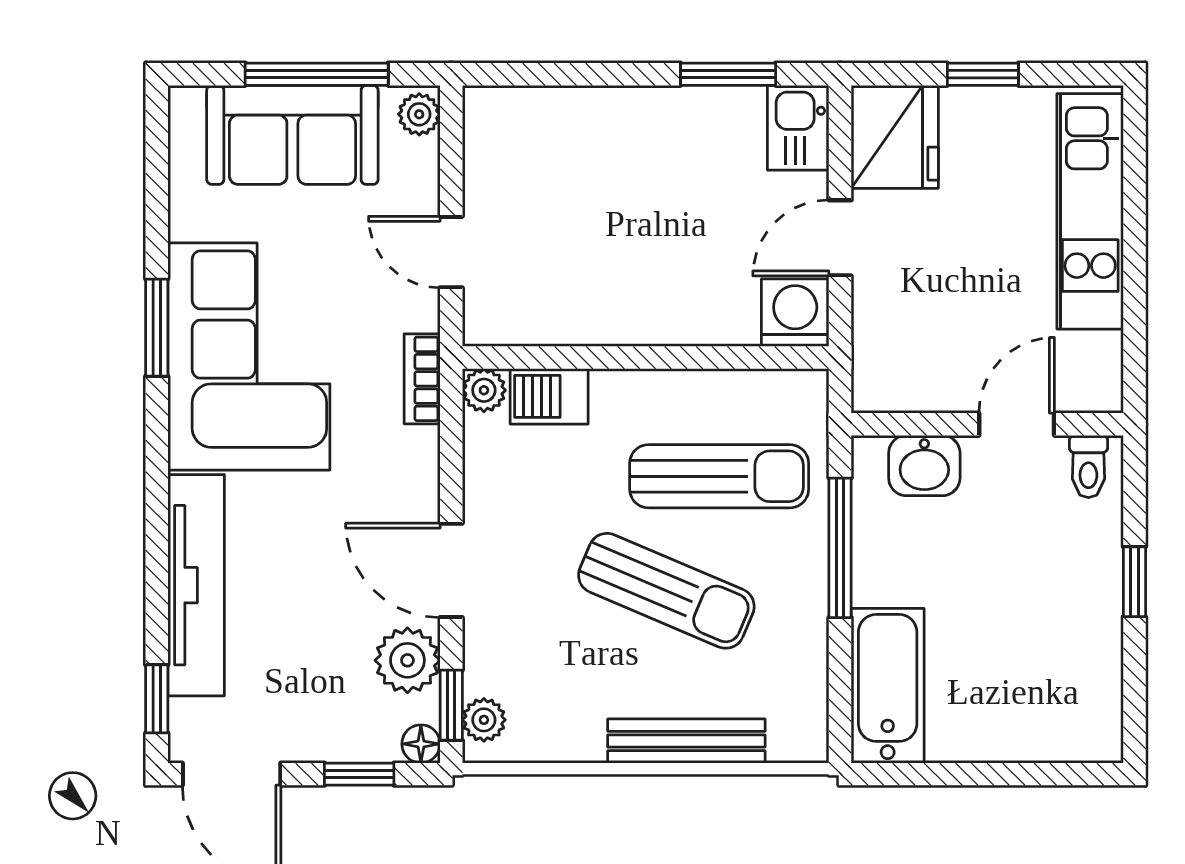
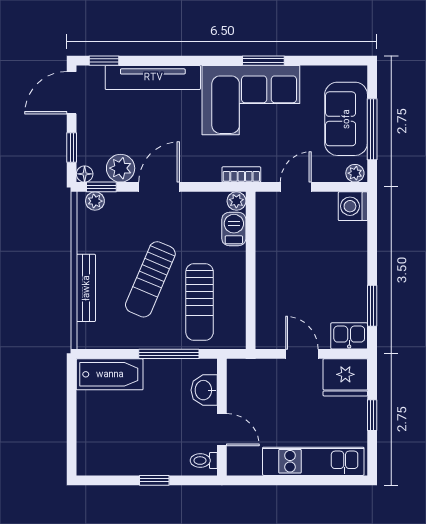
washing machine: (795, 313) -> (353, 206), moved, turned 180

